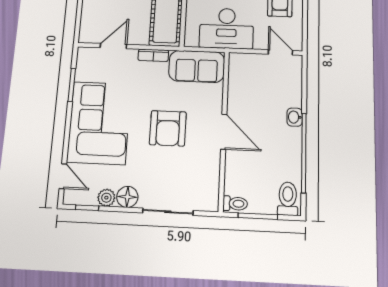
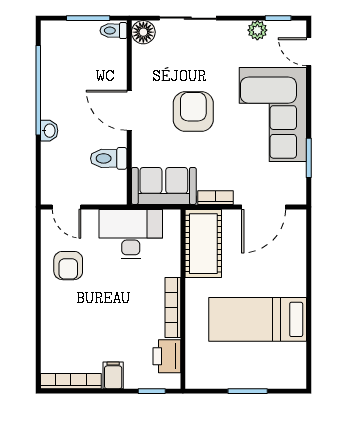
door: (113, 46) -> (264, 207), width x1.38
floor lamp: (127, 197) -> (143, 32), moved
toilet: (288, 199) -> (109, 158), moved, turned 90

